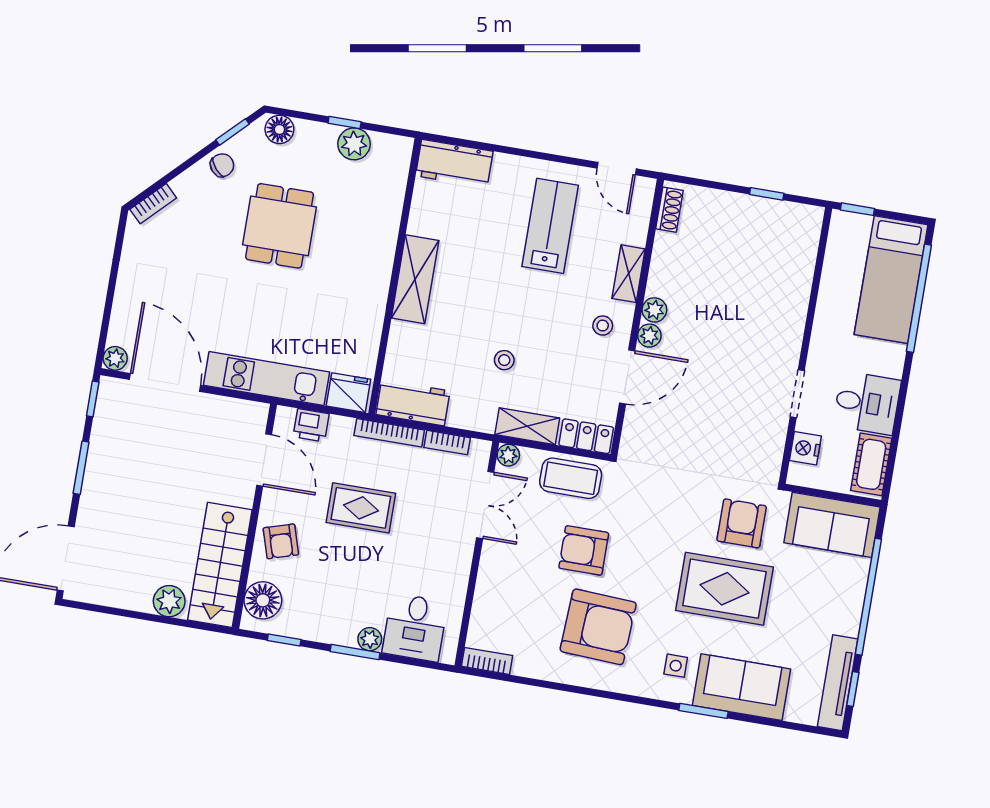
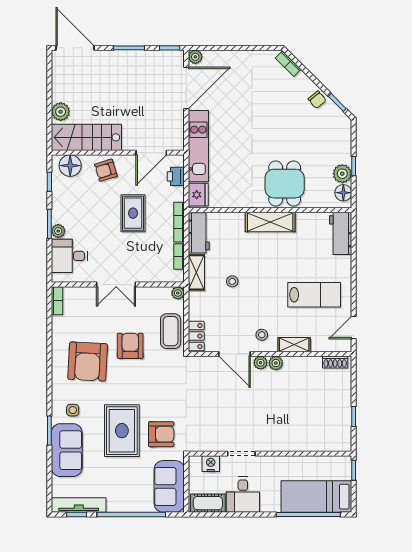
floor lamp: (279, 129) -> (343, 193), moved
dining table: (280, 226) -> (285, 184), moved, turned 90
shelving: (527, 426) -> (196, 272), moved
double door: (485, 505) -> (116, 285), moved

